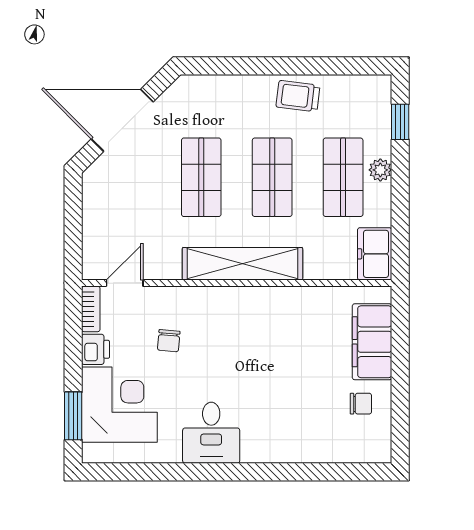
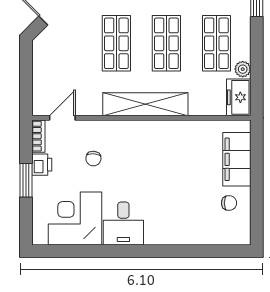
plant: (380, 170) -> (243, 69), moved
corner desk: (119, 405) -> (75, 219), moved, turned -90
window: (73, 416) -> (26, 180), moved

